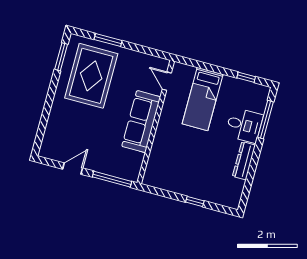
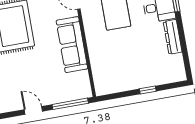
door: (73, 169) -> (33, 110), hinge flipped

